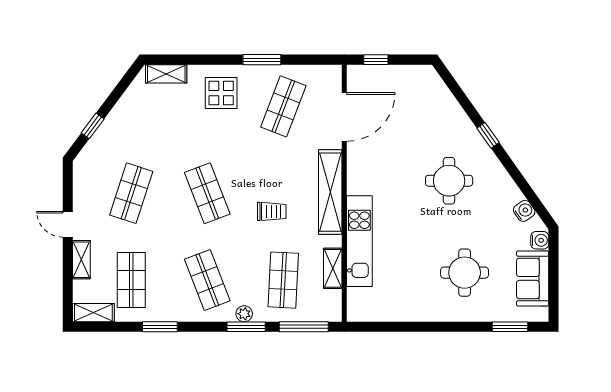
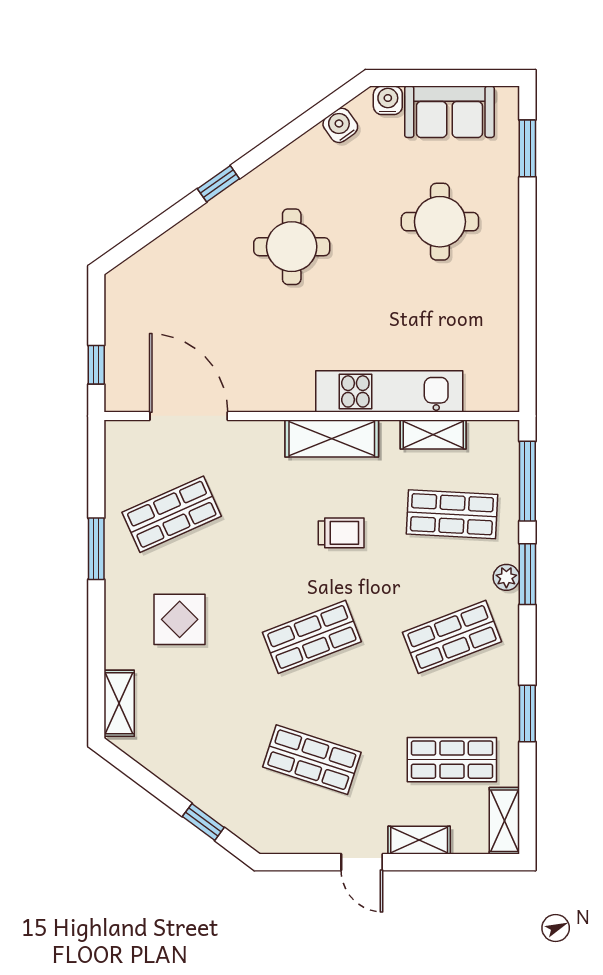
display table: (221, 93) -> (180, 619), moved
shop shelf: (283, 106) -> (172, 514), turned -45
shelving: (330, 192) -> (332, 438), width x0.68
trolley: (272, 211) -> (341, 533), turned 90
door: (68, 224) -> (362, 862), hinge flipped

